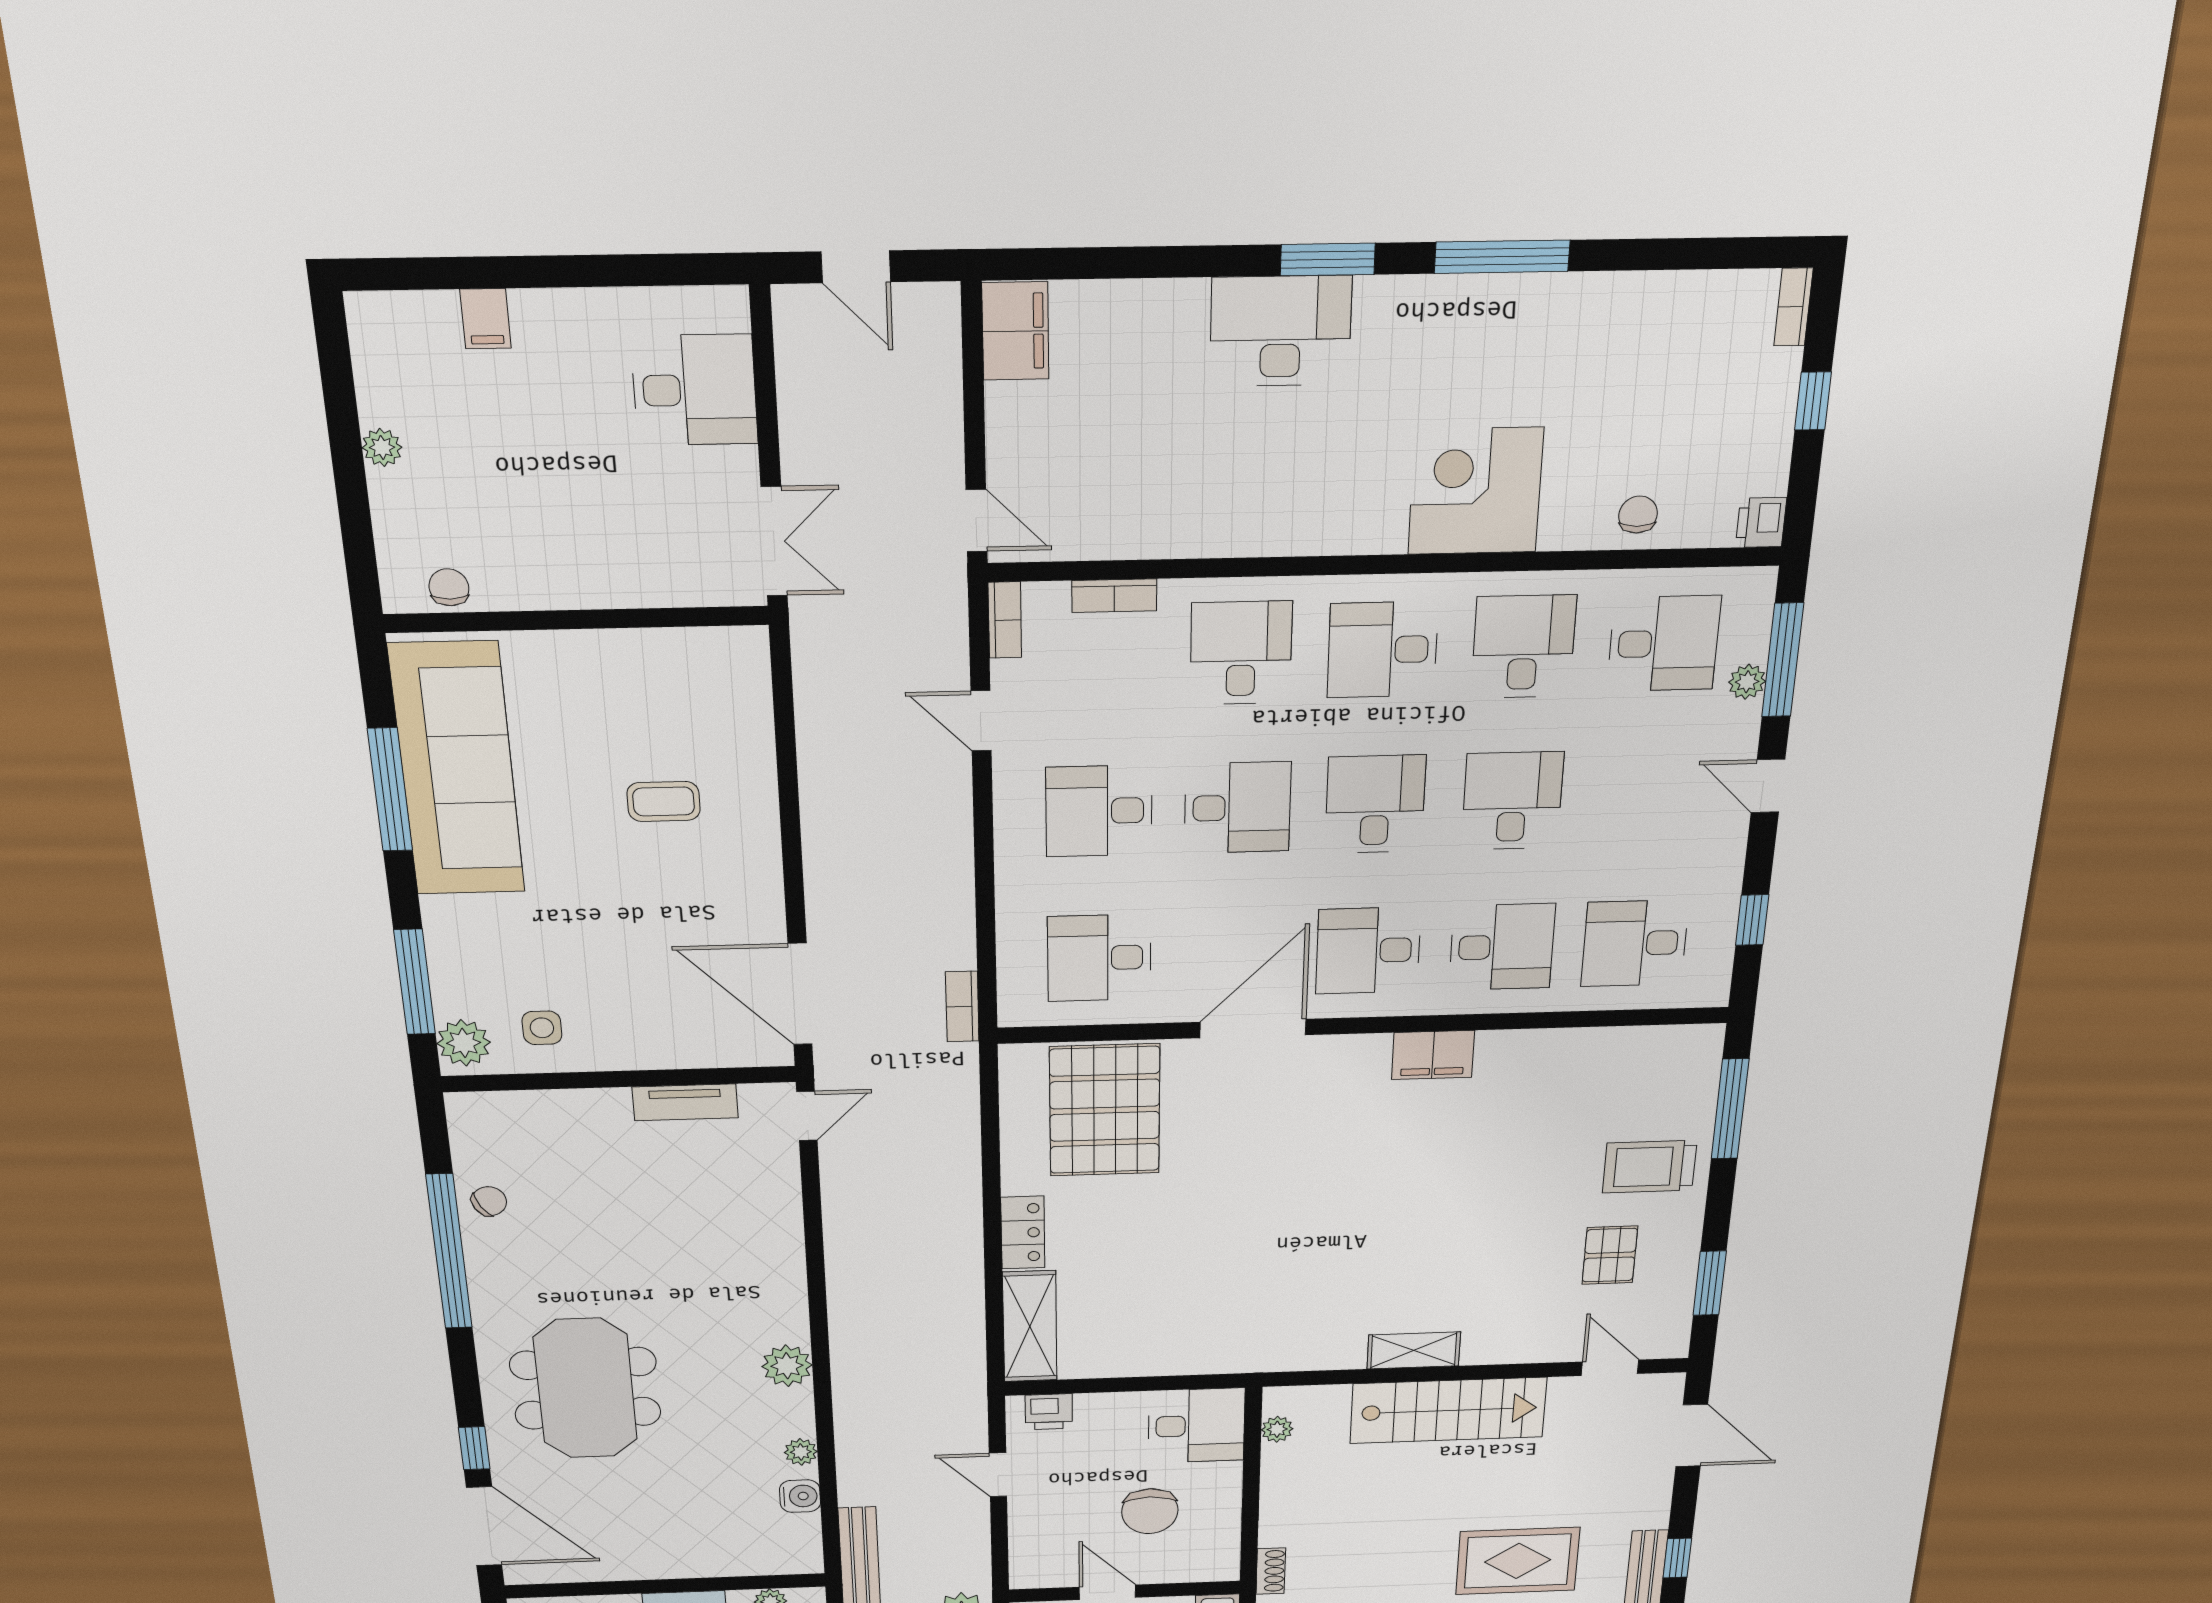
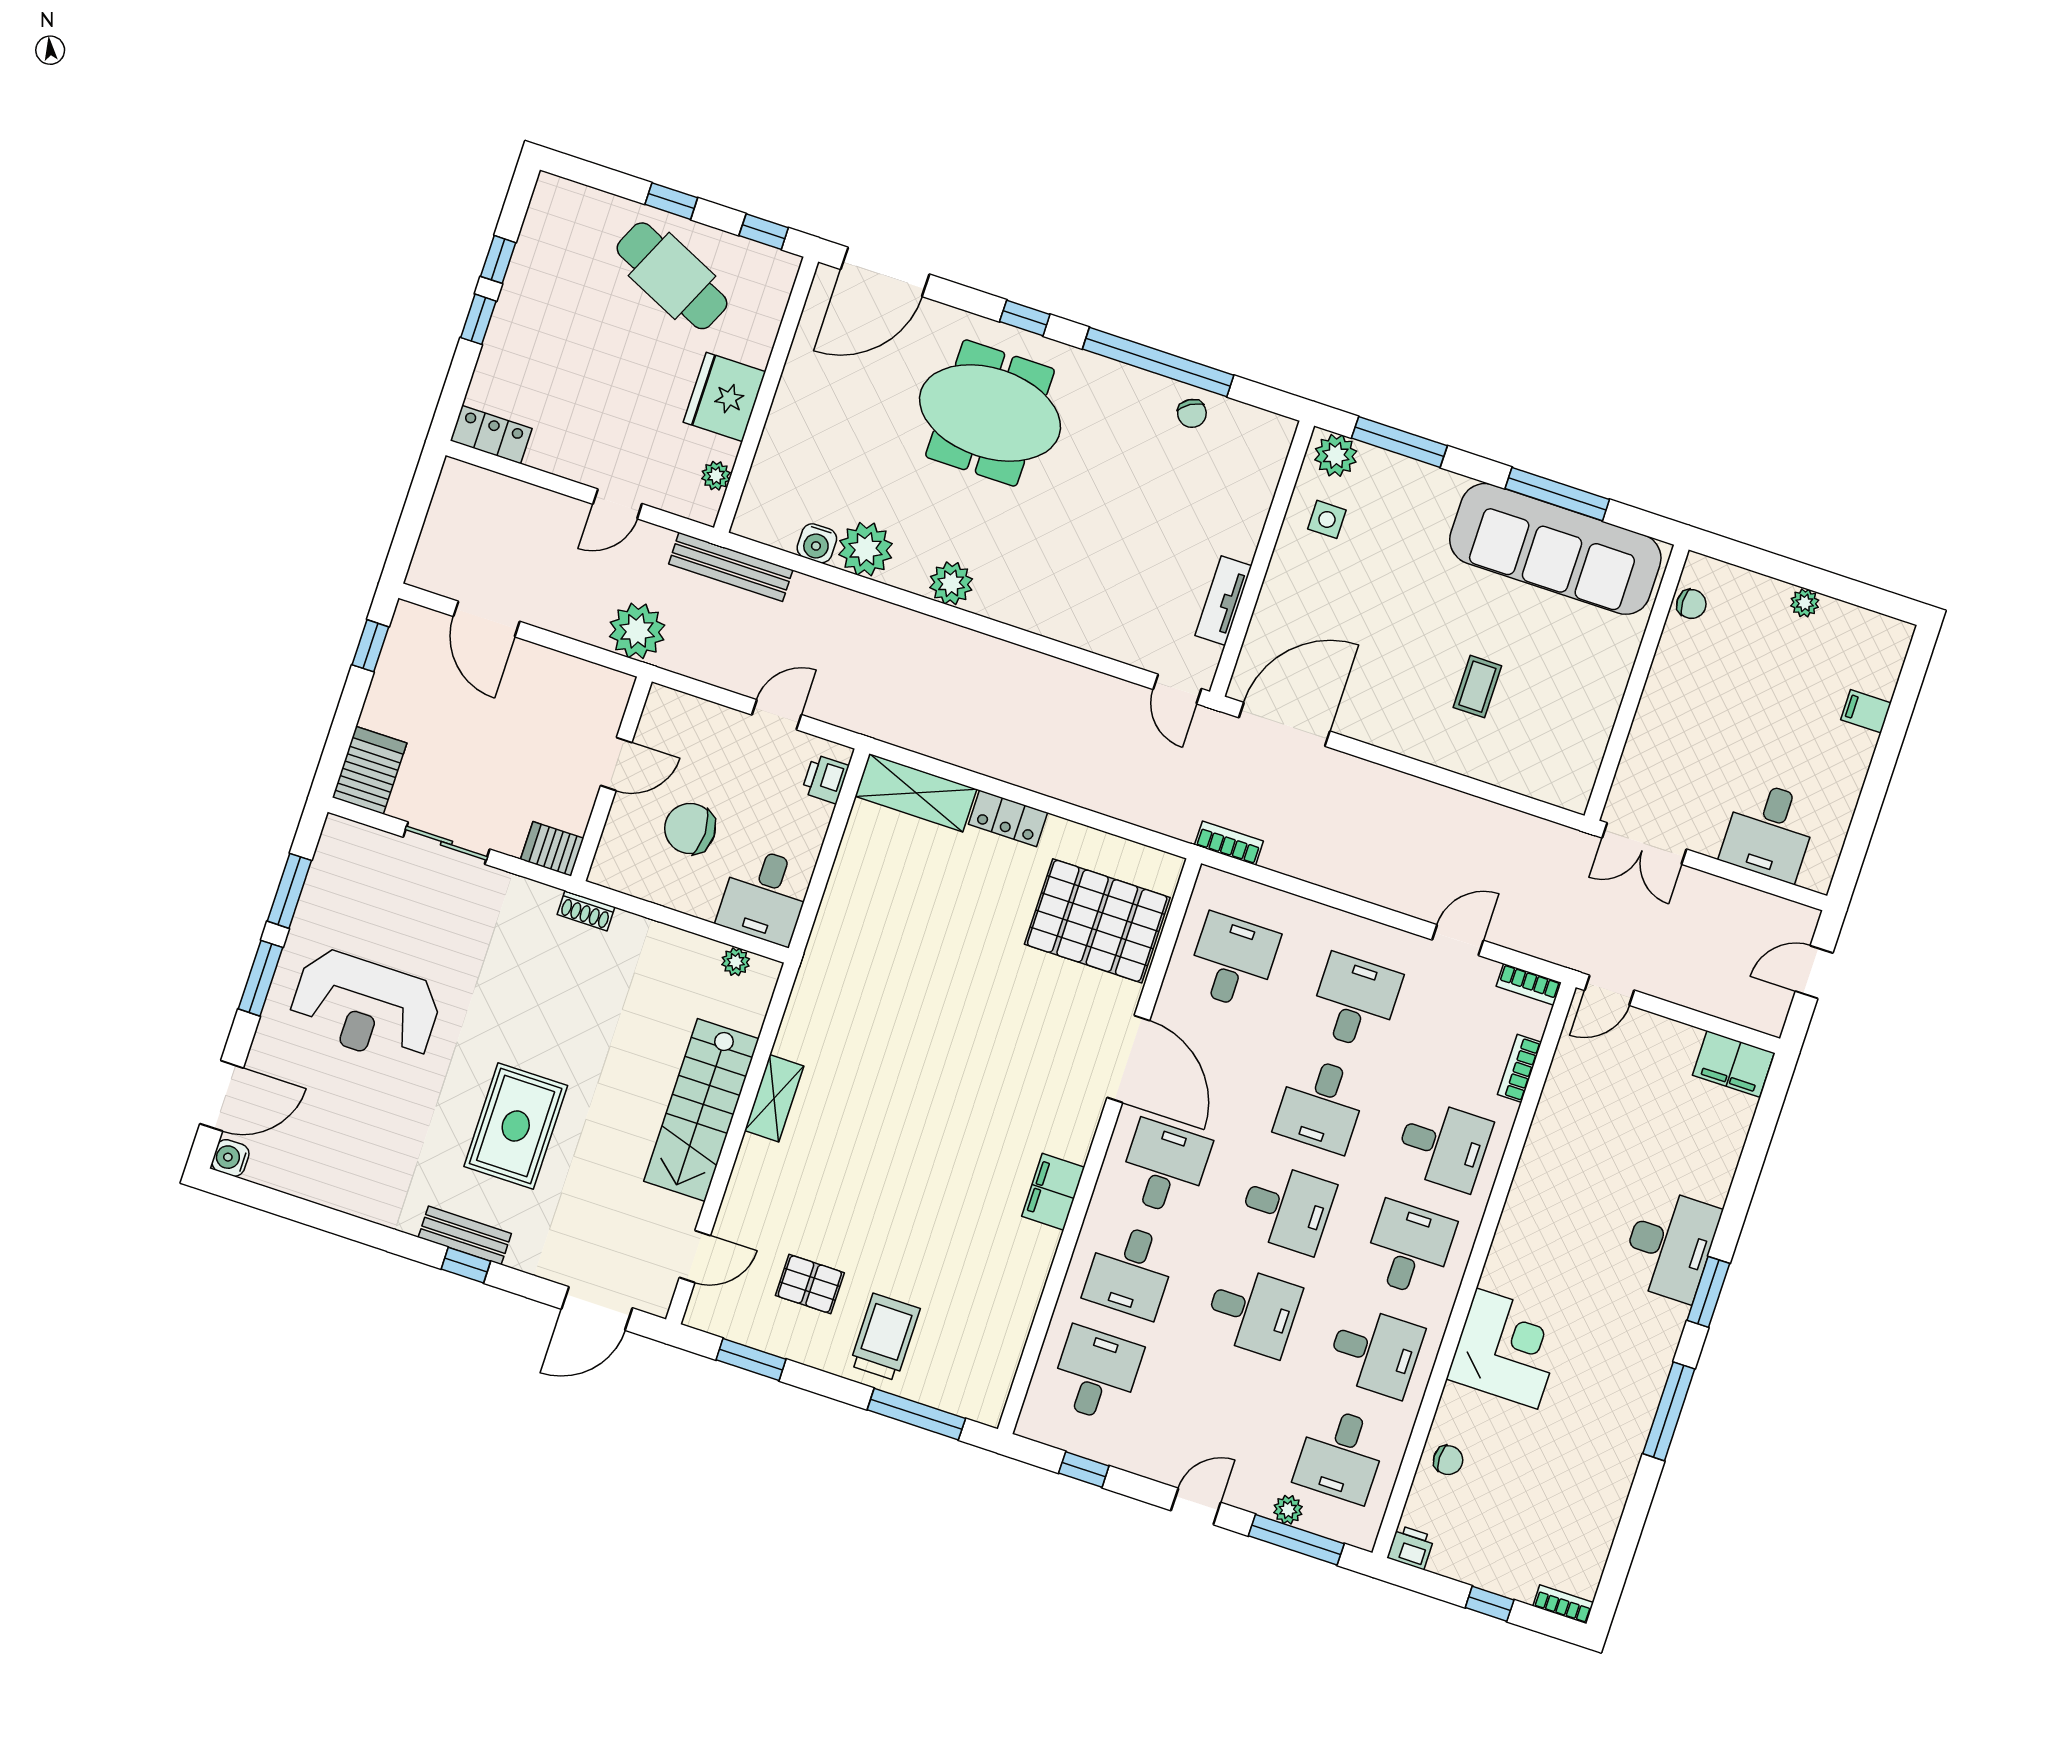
window: (474, 1448) -> (1025, 318), moved
plant: (801, 1452) -> (866, 549), width x1.87, depth x1.87

